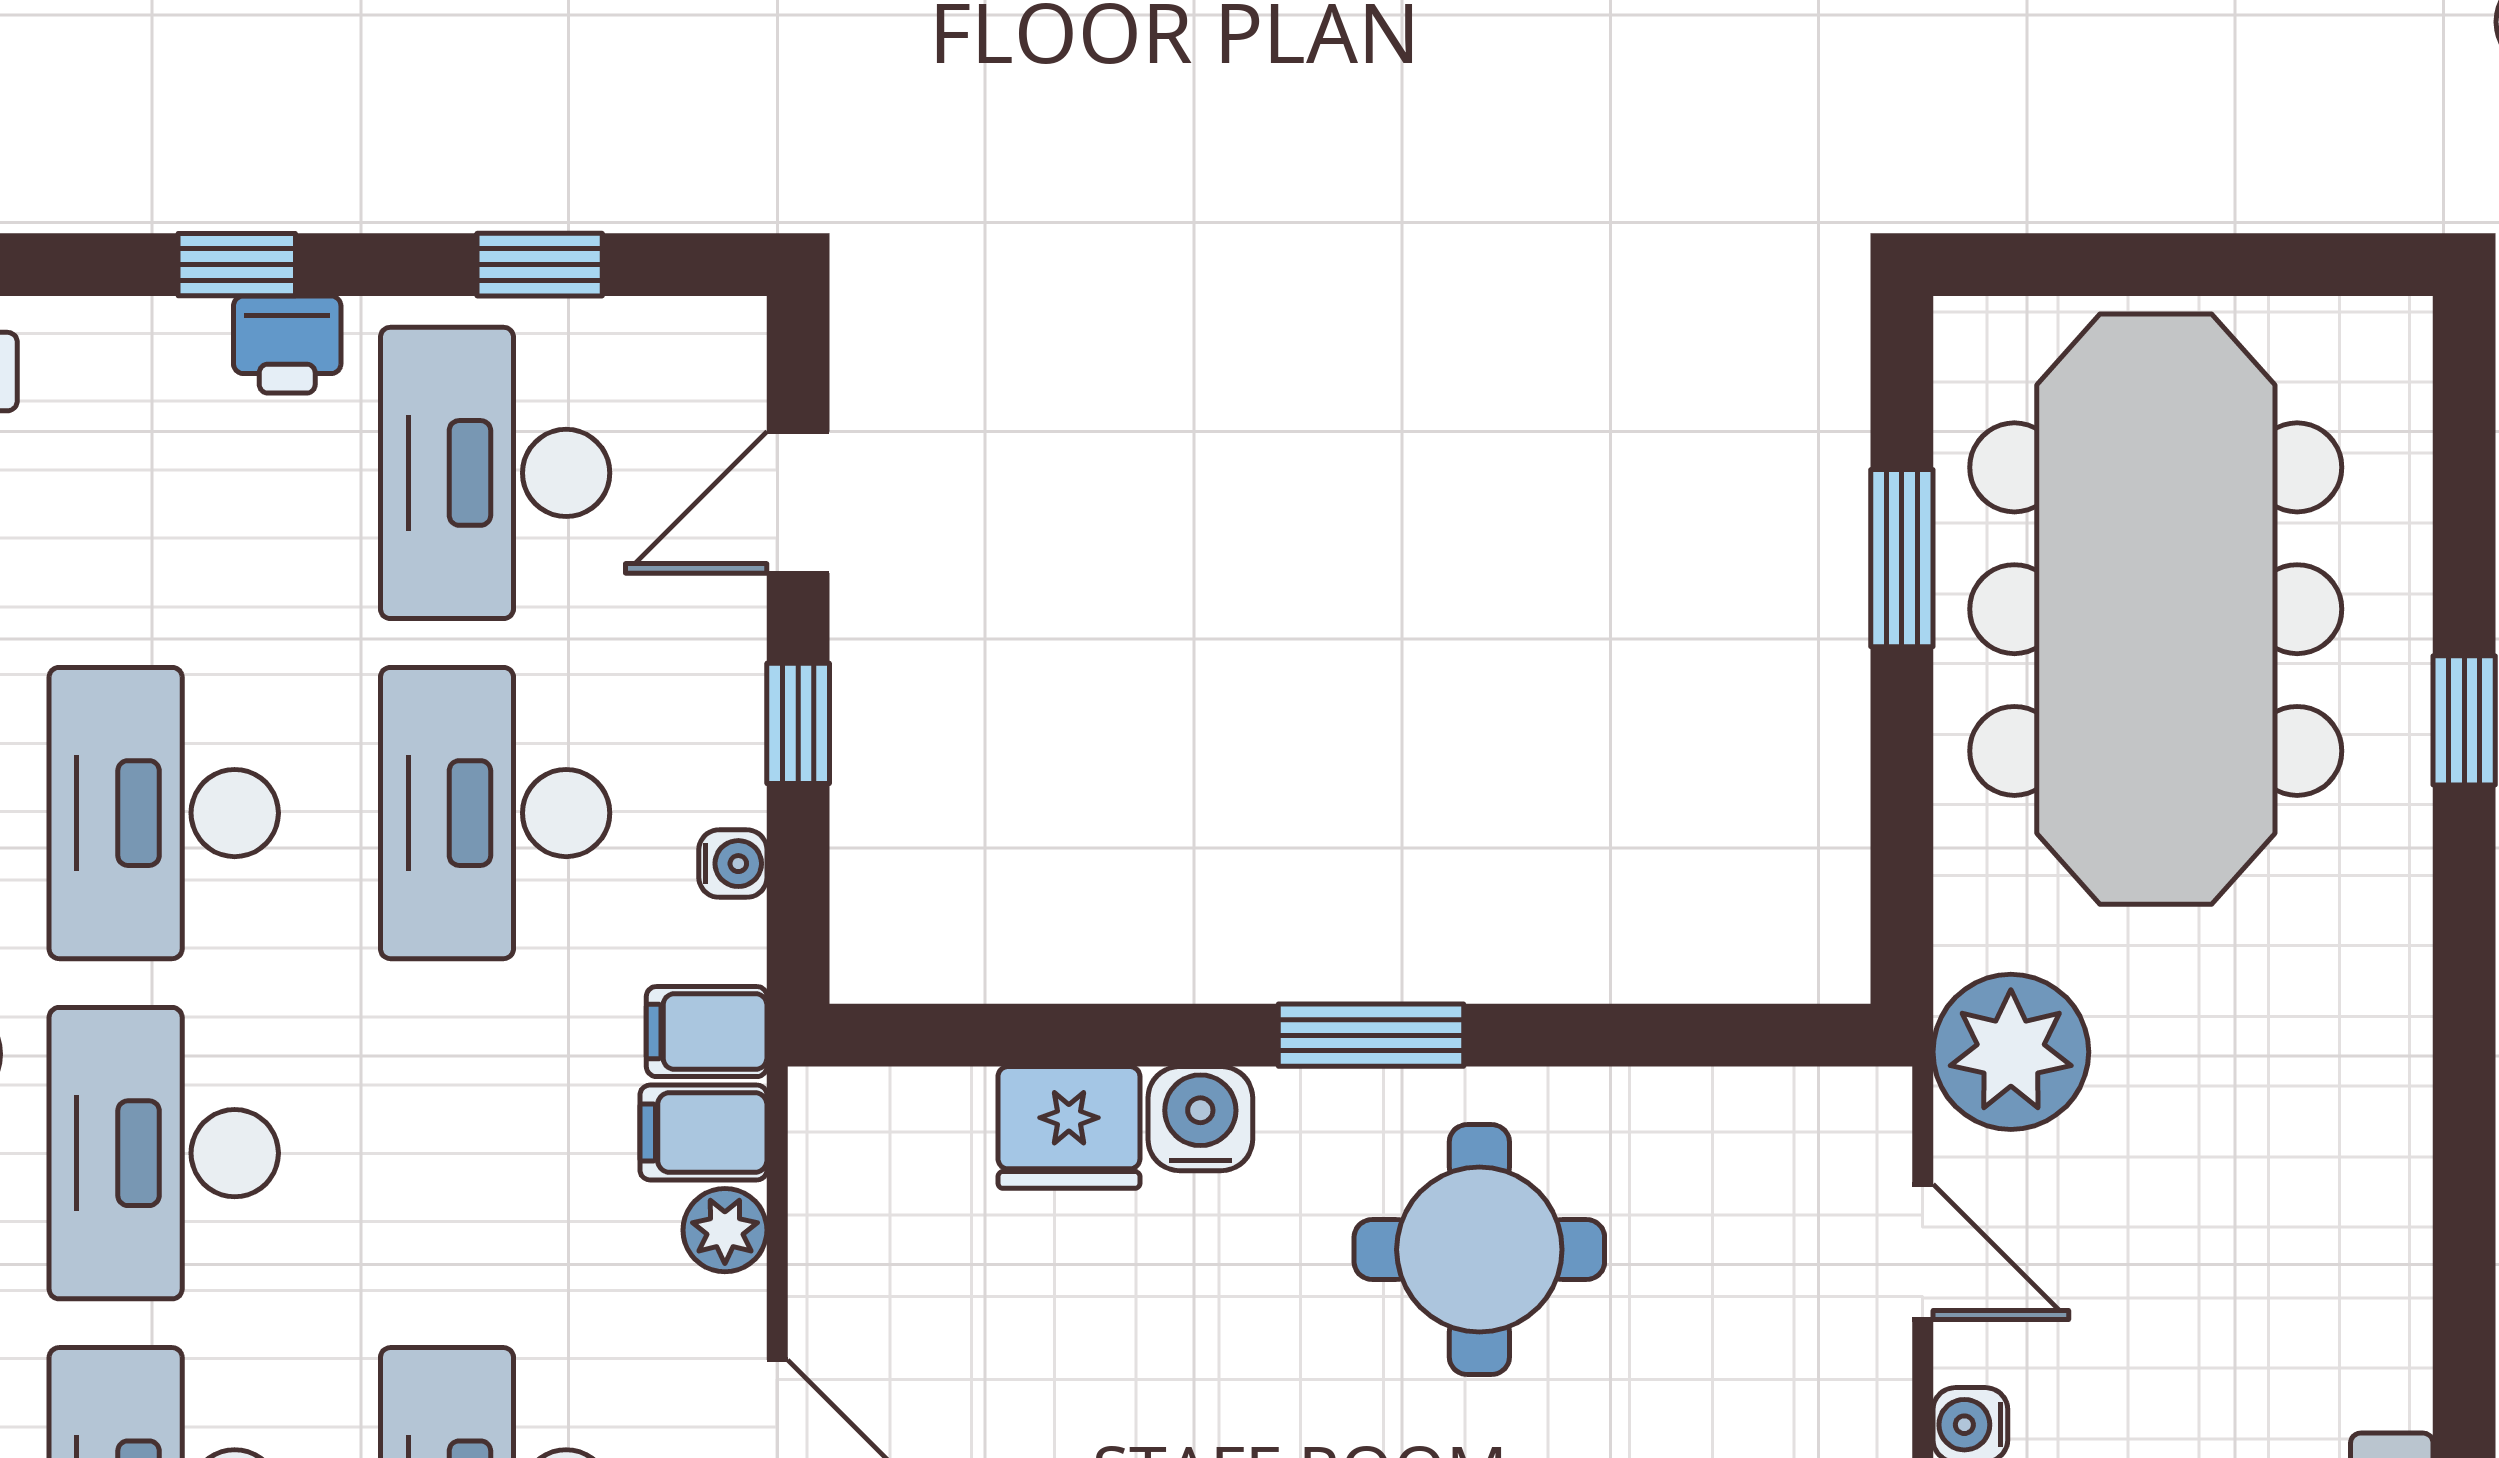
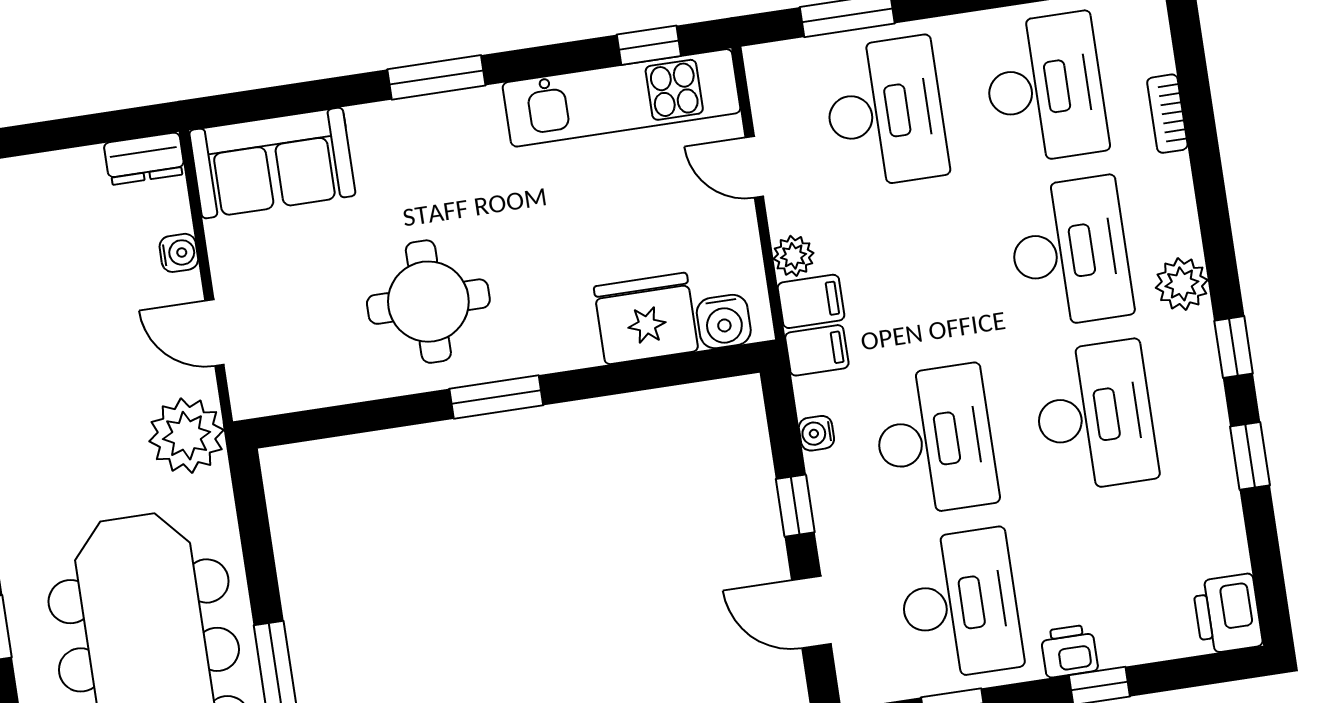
door: (798, 502) -> (811, 612), swing flipped
water cooler: (1200, 1119) -> (724, 321), moved
fridge: (1069, 1127) -> (646, 319), width x1.36, depth x1.34

